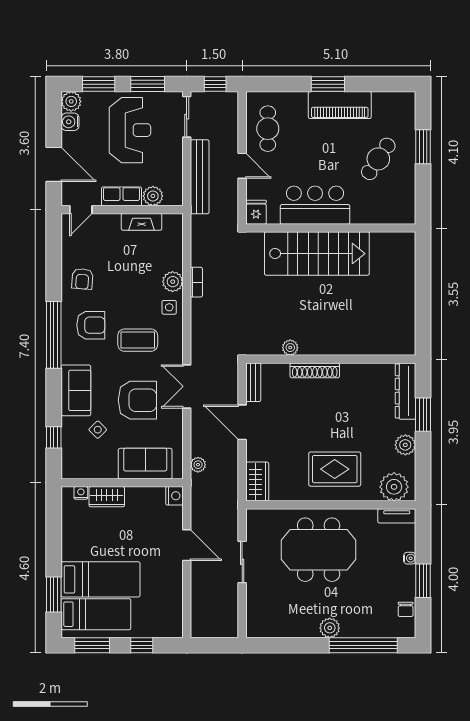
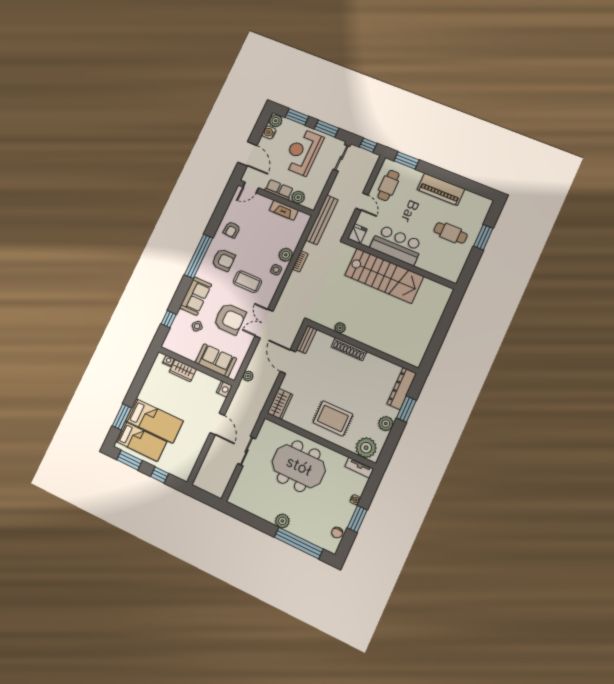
window: (328, 84) -> (407, 160), moved
reception desk: (130, 130) -> (303, 152), turned 180
cafe table: (378, 159) -> (451, 233), turned 56
bench: (200, 177) -> (322, 220), moved

